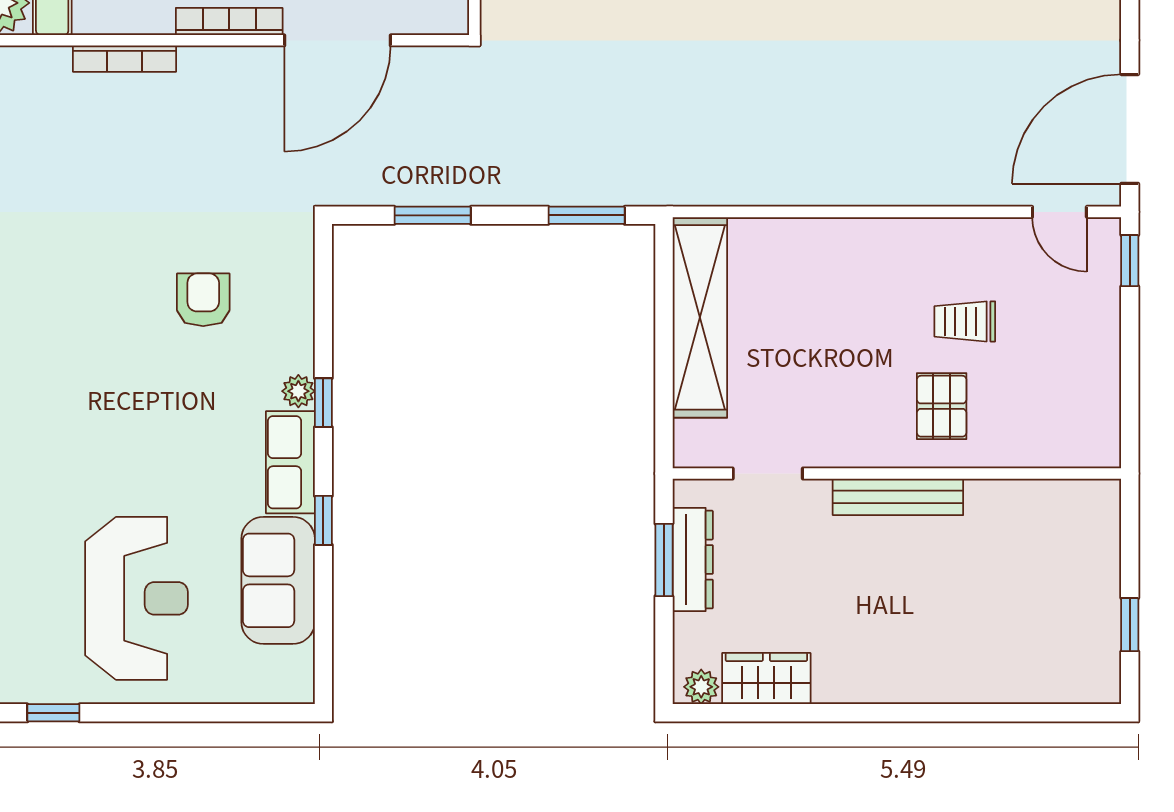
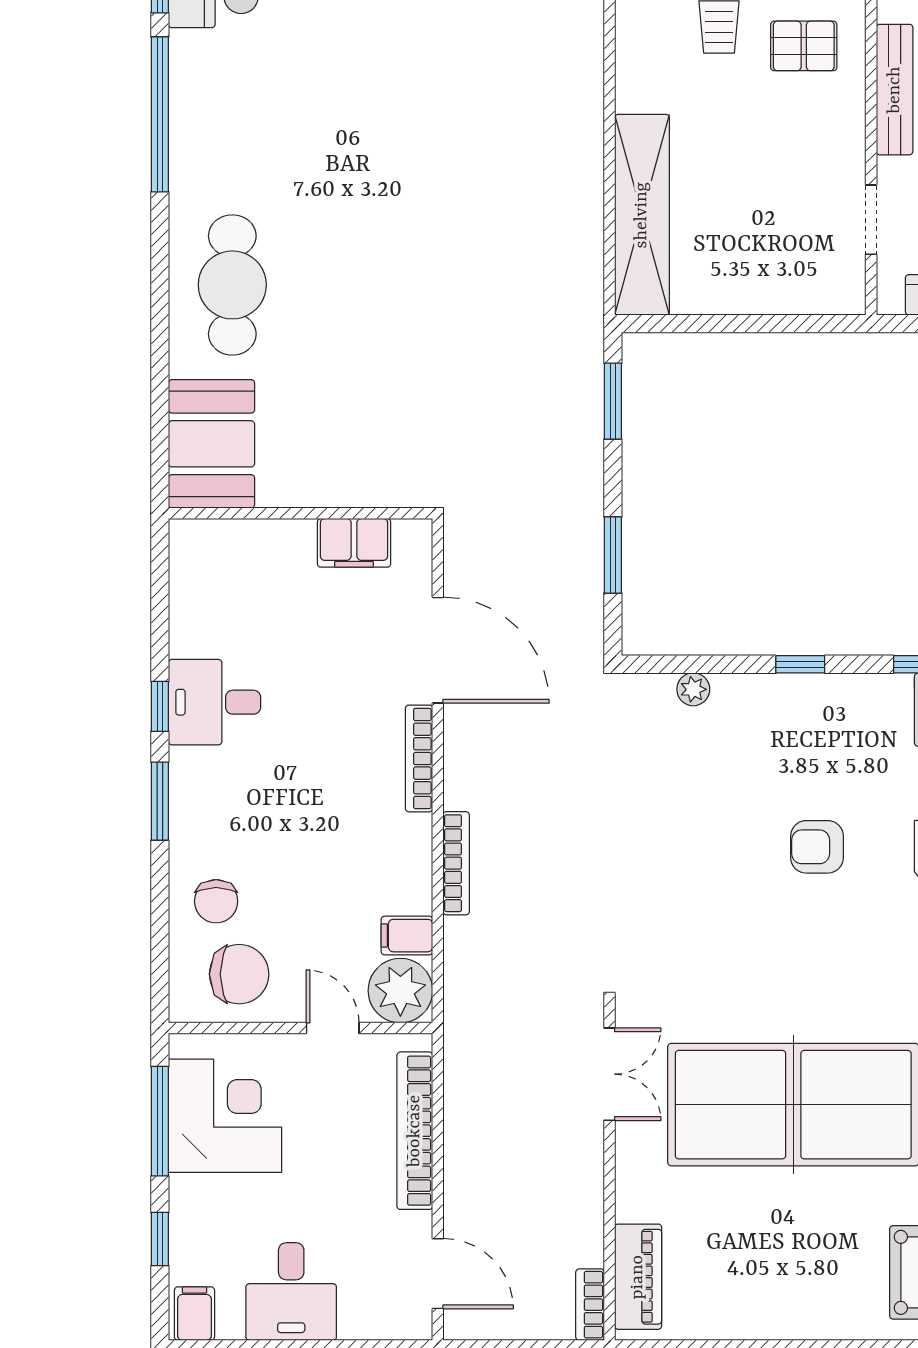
armchair: (203, 300) -> (817, 847), moved
shelving: (700, 317) -> (642, 215), moved, turned 90
plant: (298, 391) -> (693, 689), moved
row of seats: (290, 462) -> (860, 697), removed

